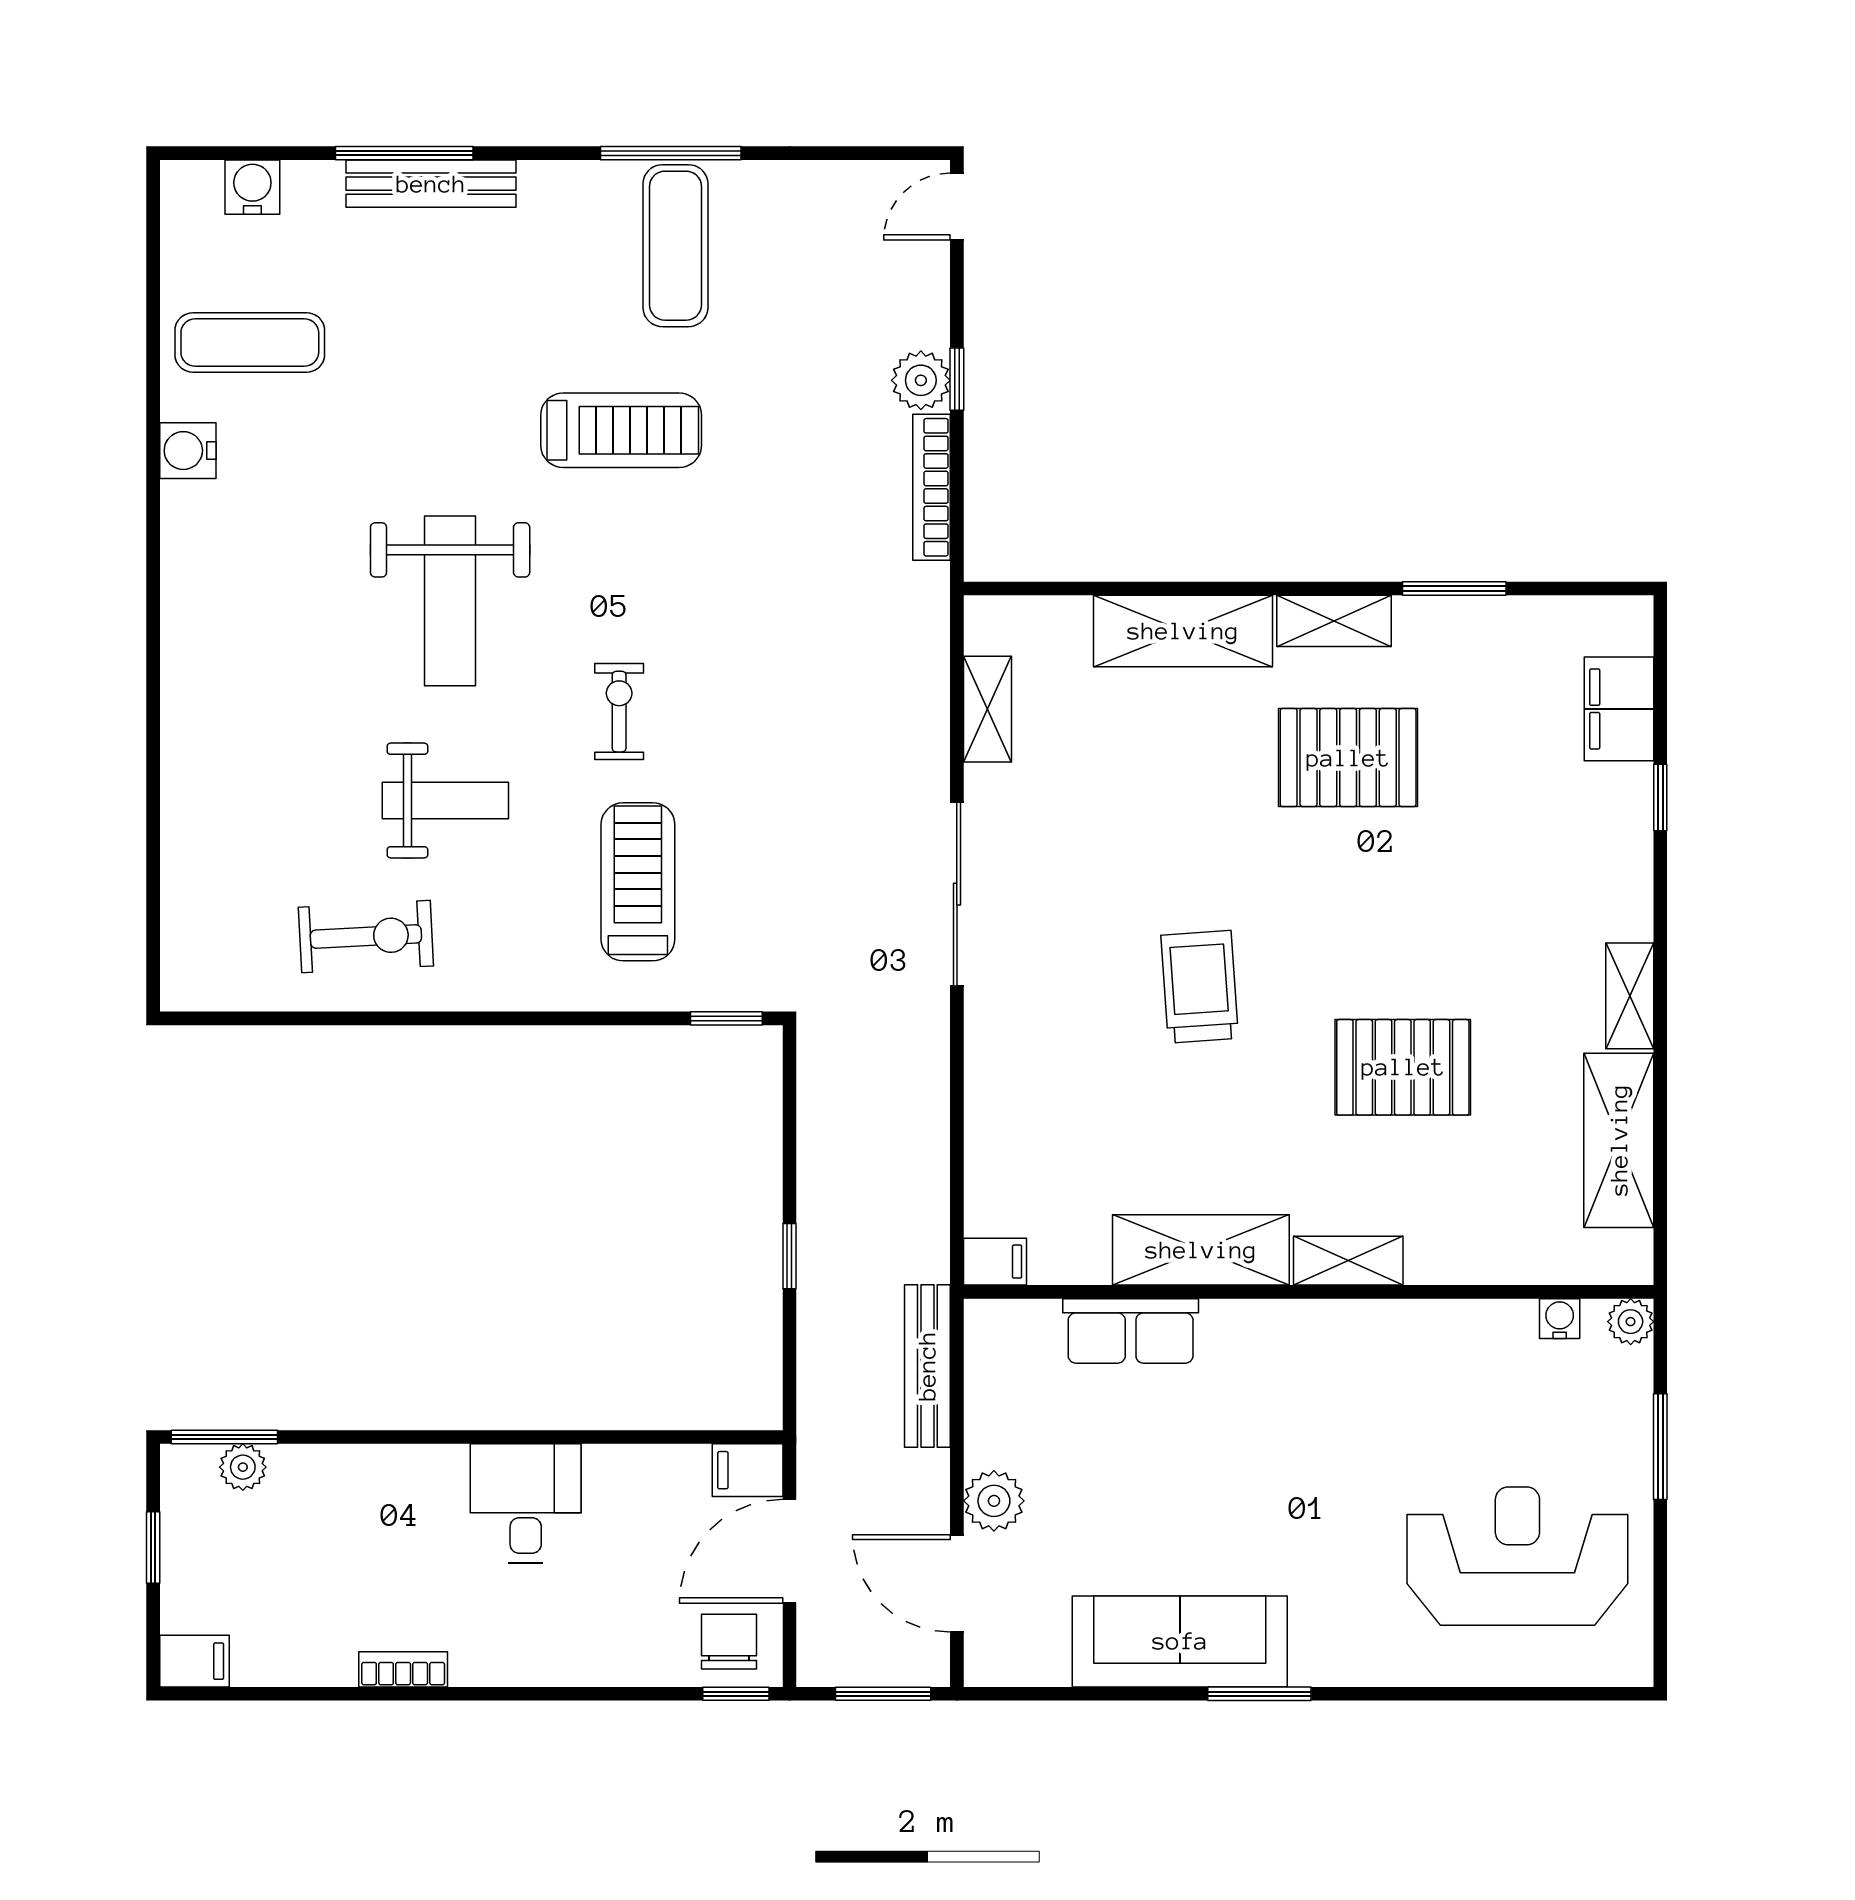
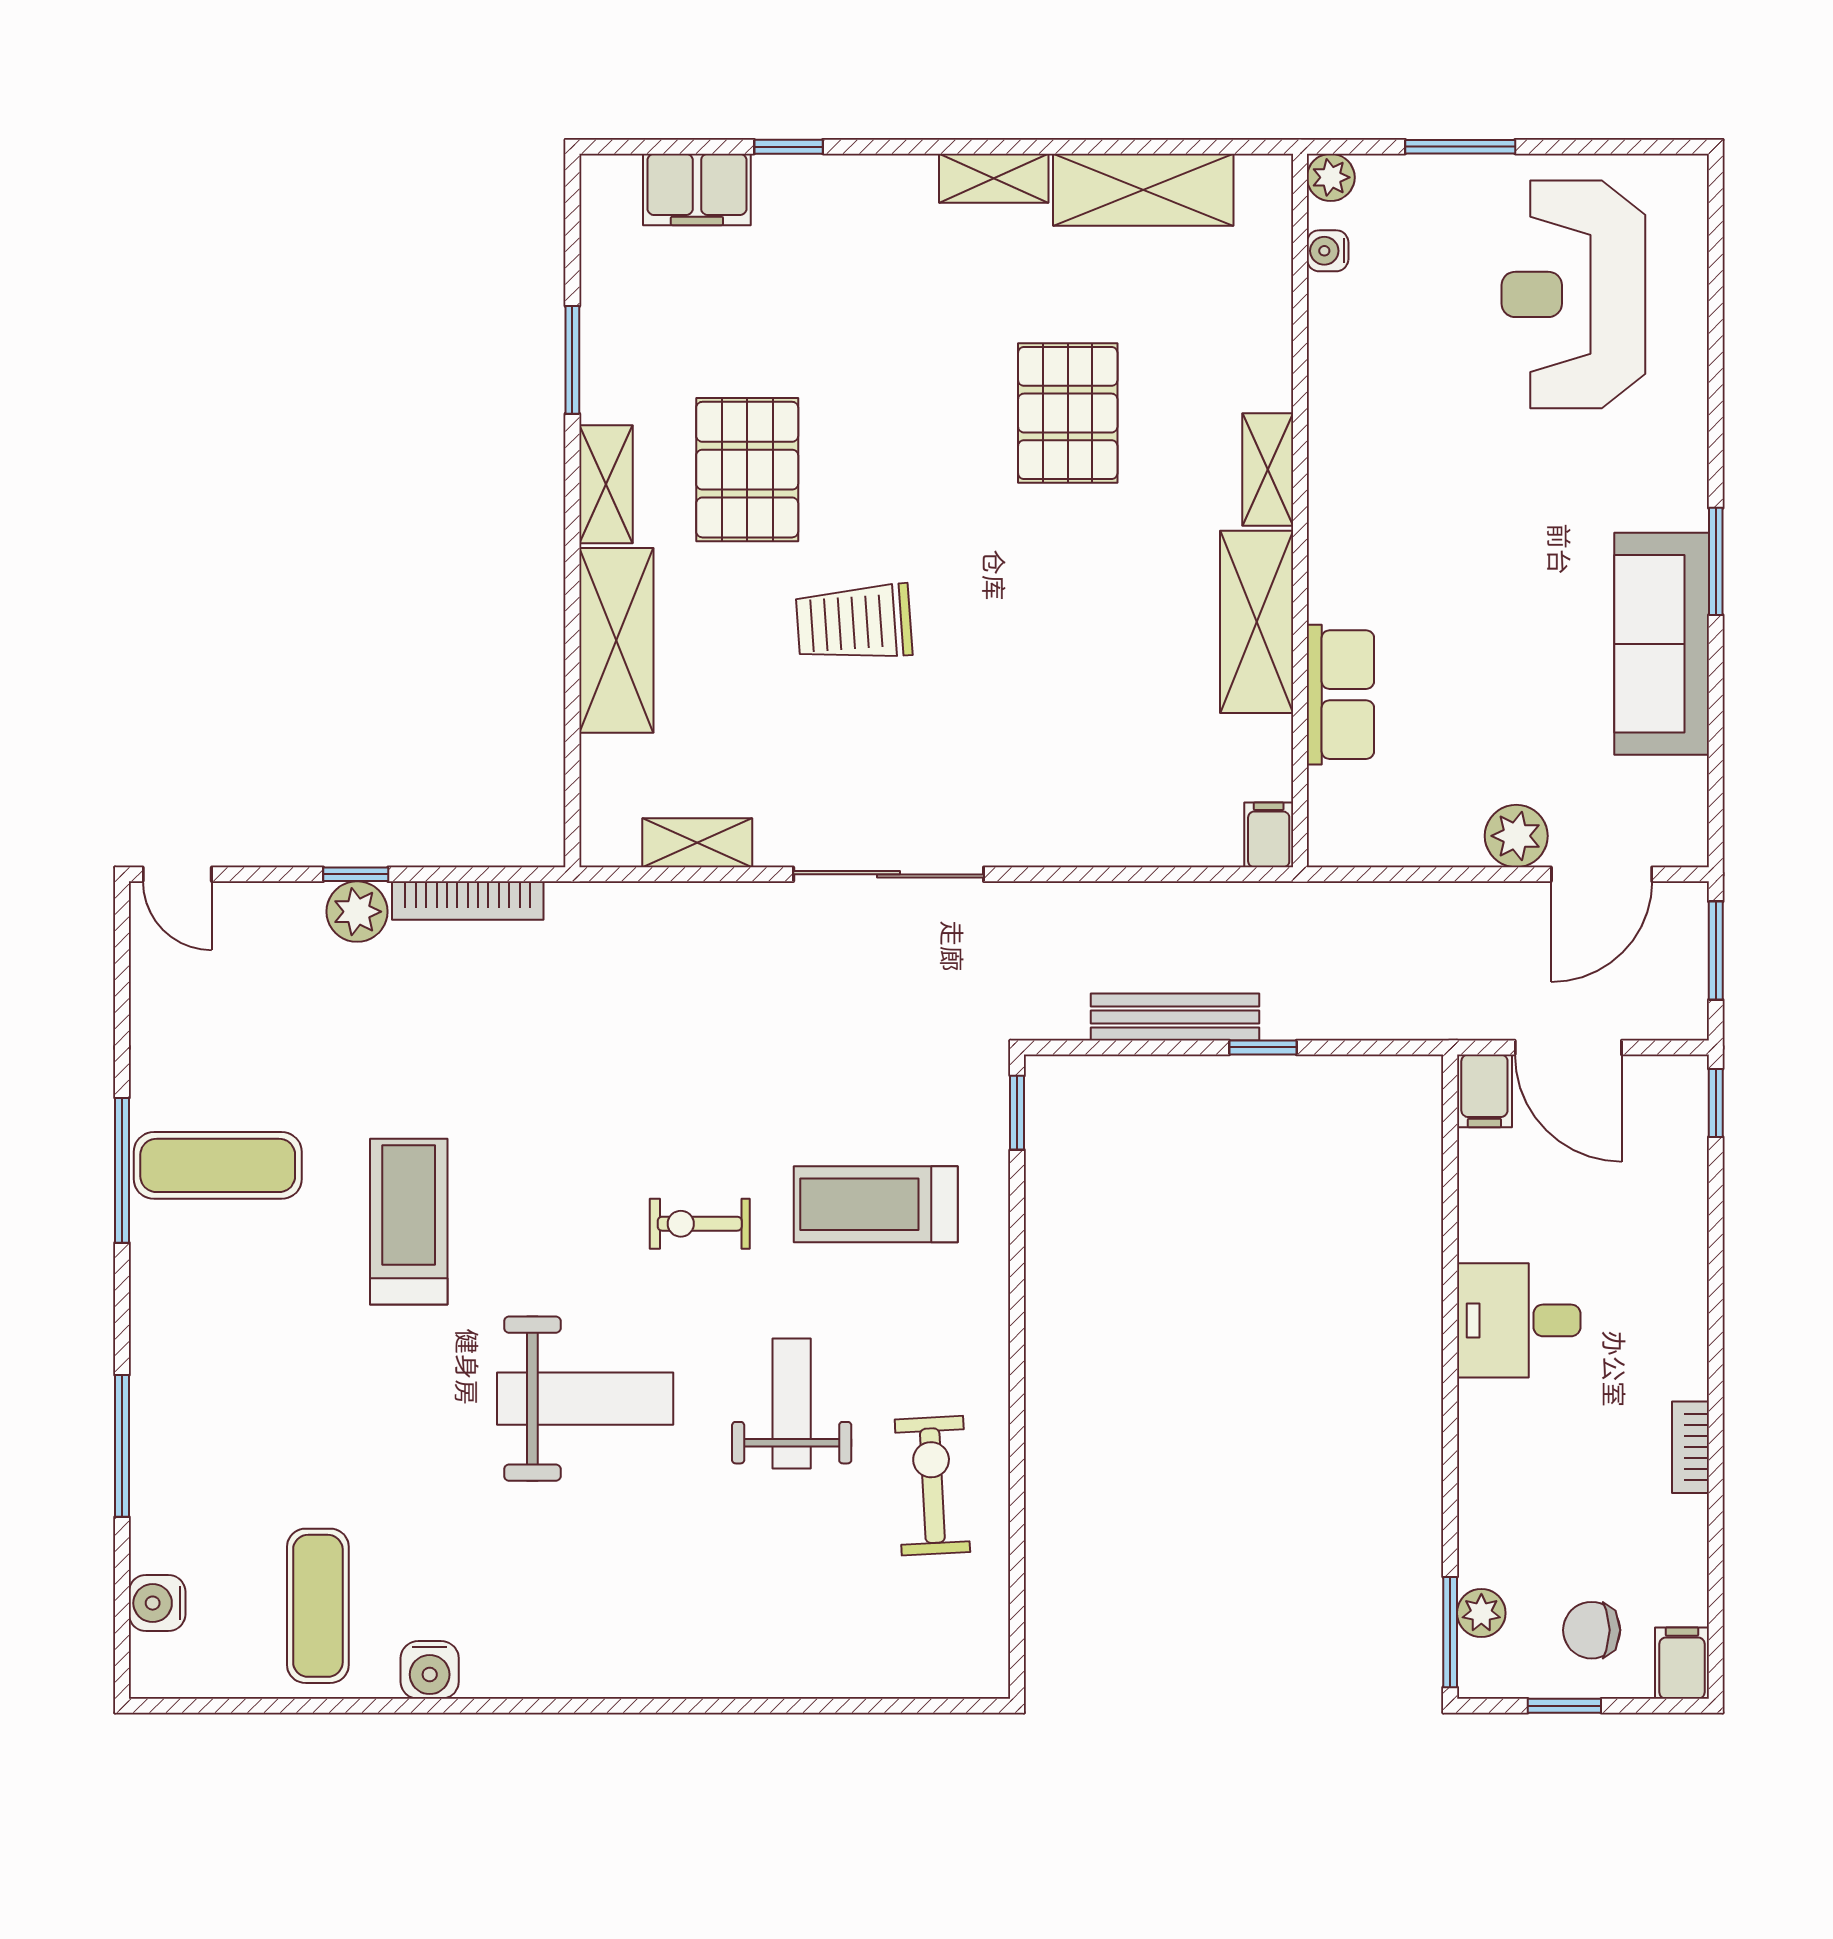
bench: (431, 184) -> (154, 1418), removed
trolley: (1200, 987) -> (854, 623), moved
bench: (927, 1366) -> (1175, 1017), moved
chair: (729, 1642) -> (1592, 1630), moved

